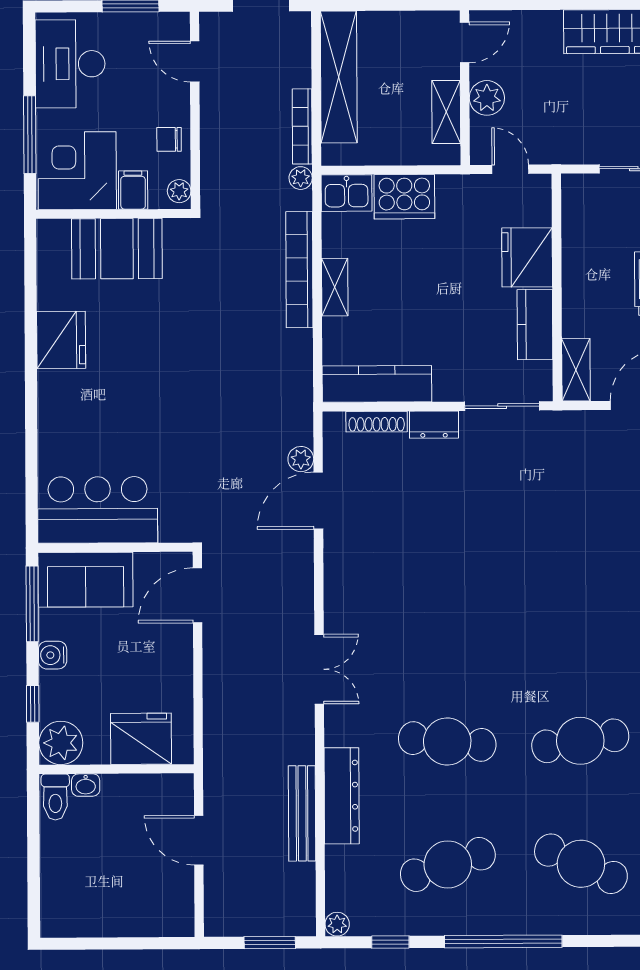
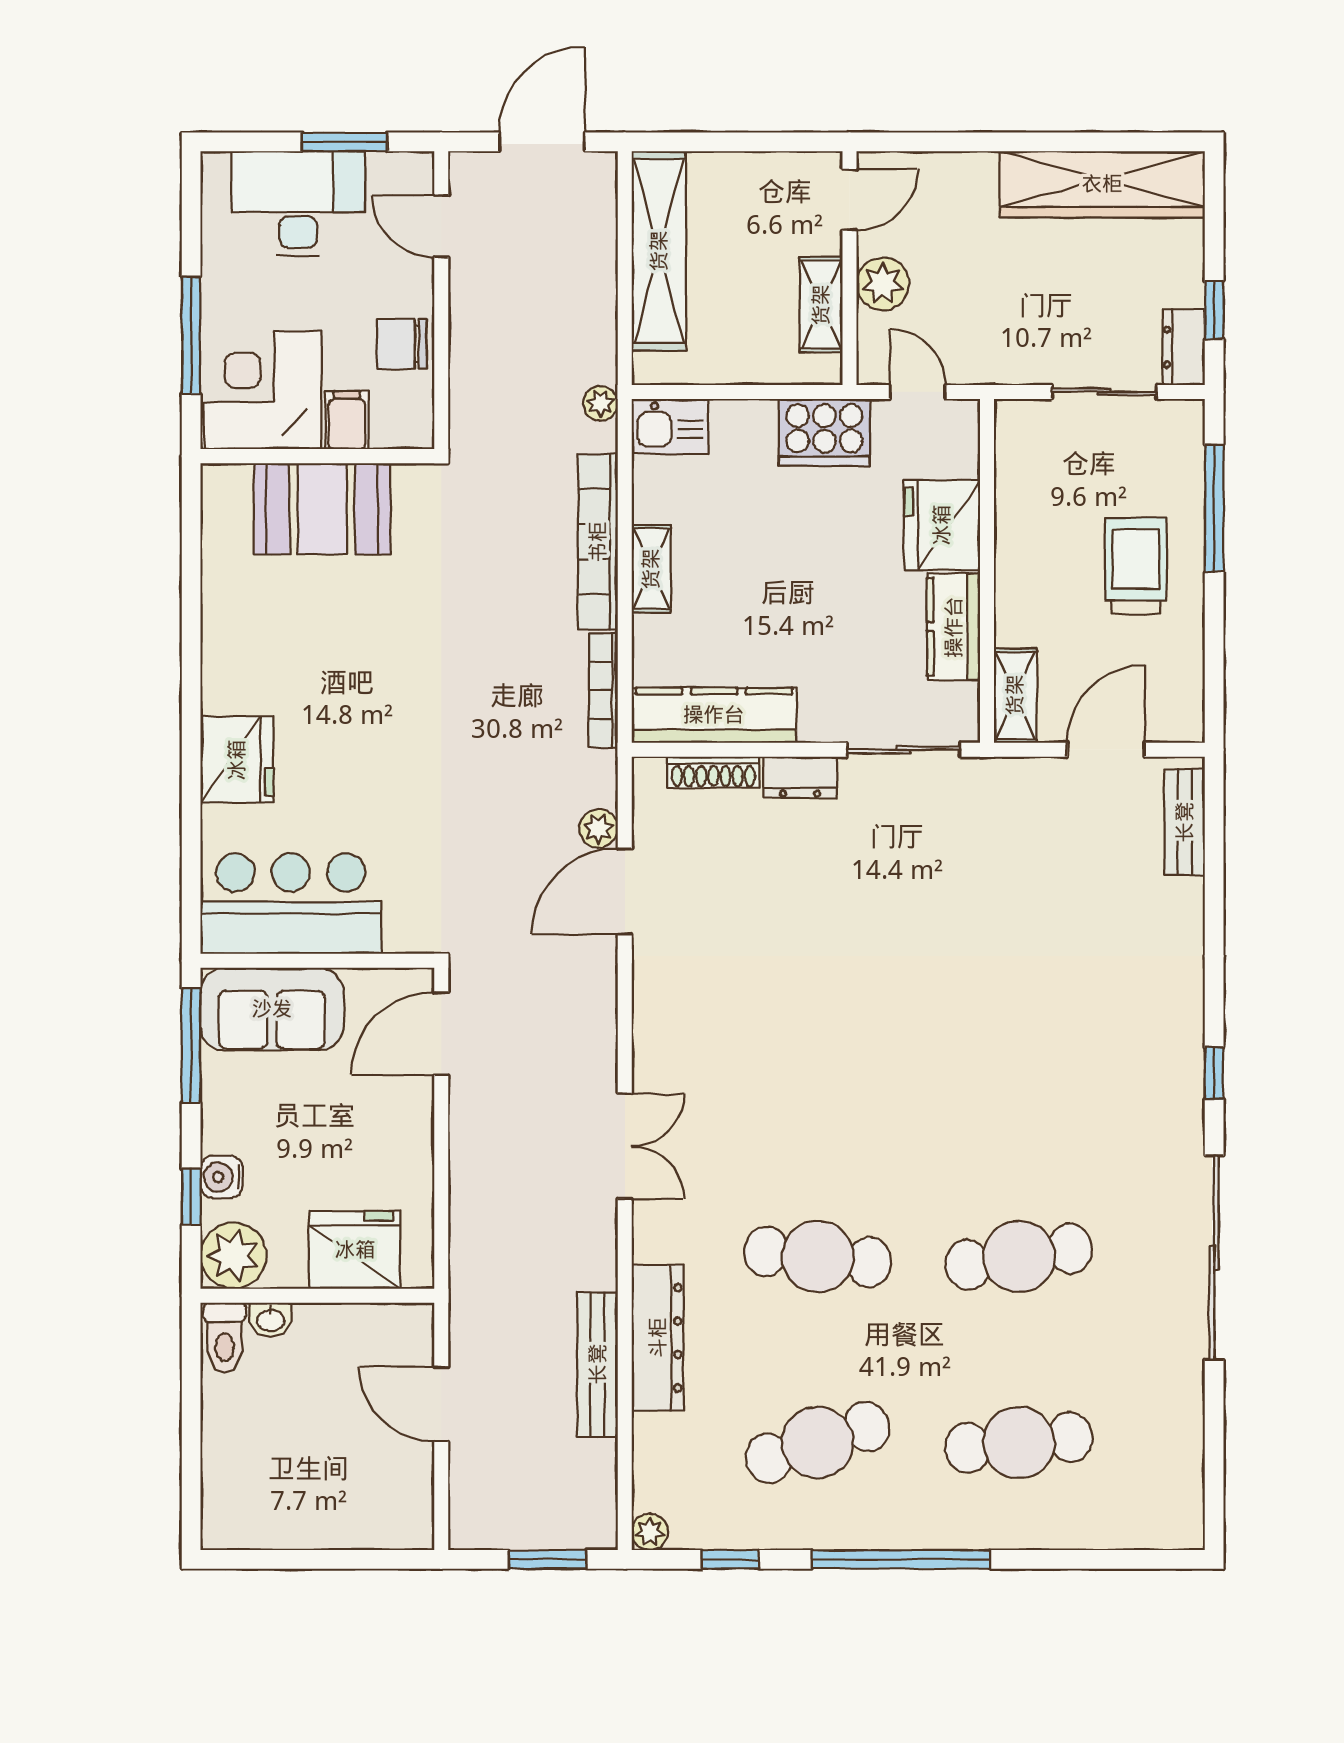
desk: (70, 64) -> (298, 204), moved, turned 90
bookcase: (302, 126) -> (603, 690), moved
chair: (169, 139) -> (402, 344), width x1.37, depth x1.37
plant: (179, 191) -> (417, 422), removed
cooker: (404, 197) -> (824, 432), moved
fridge: (61, 340) -> (237, 760), moved
water cooler: (53, 655) -> (222, 1177), moved
cafe table: (581, 864) -> (1019, 1443), turned -30

